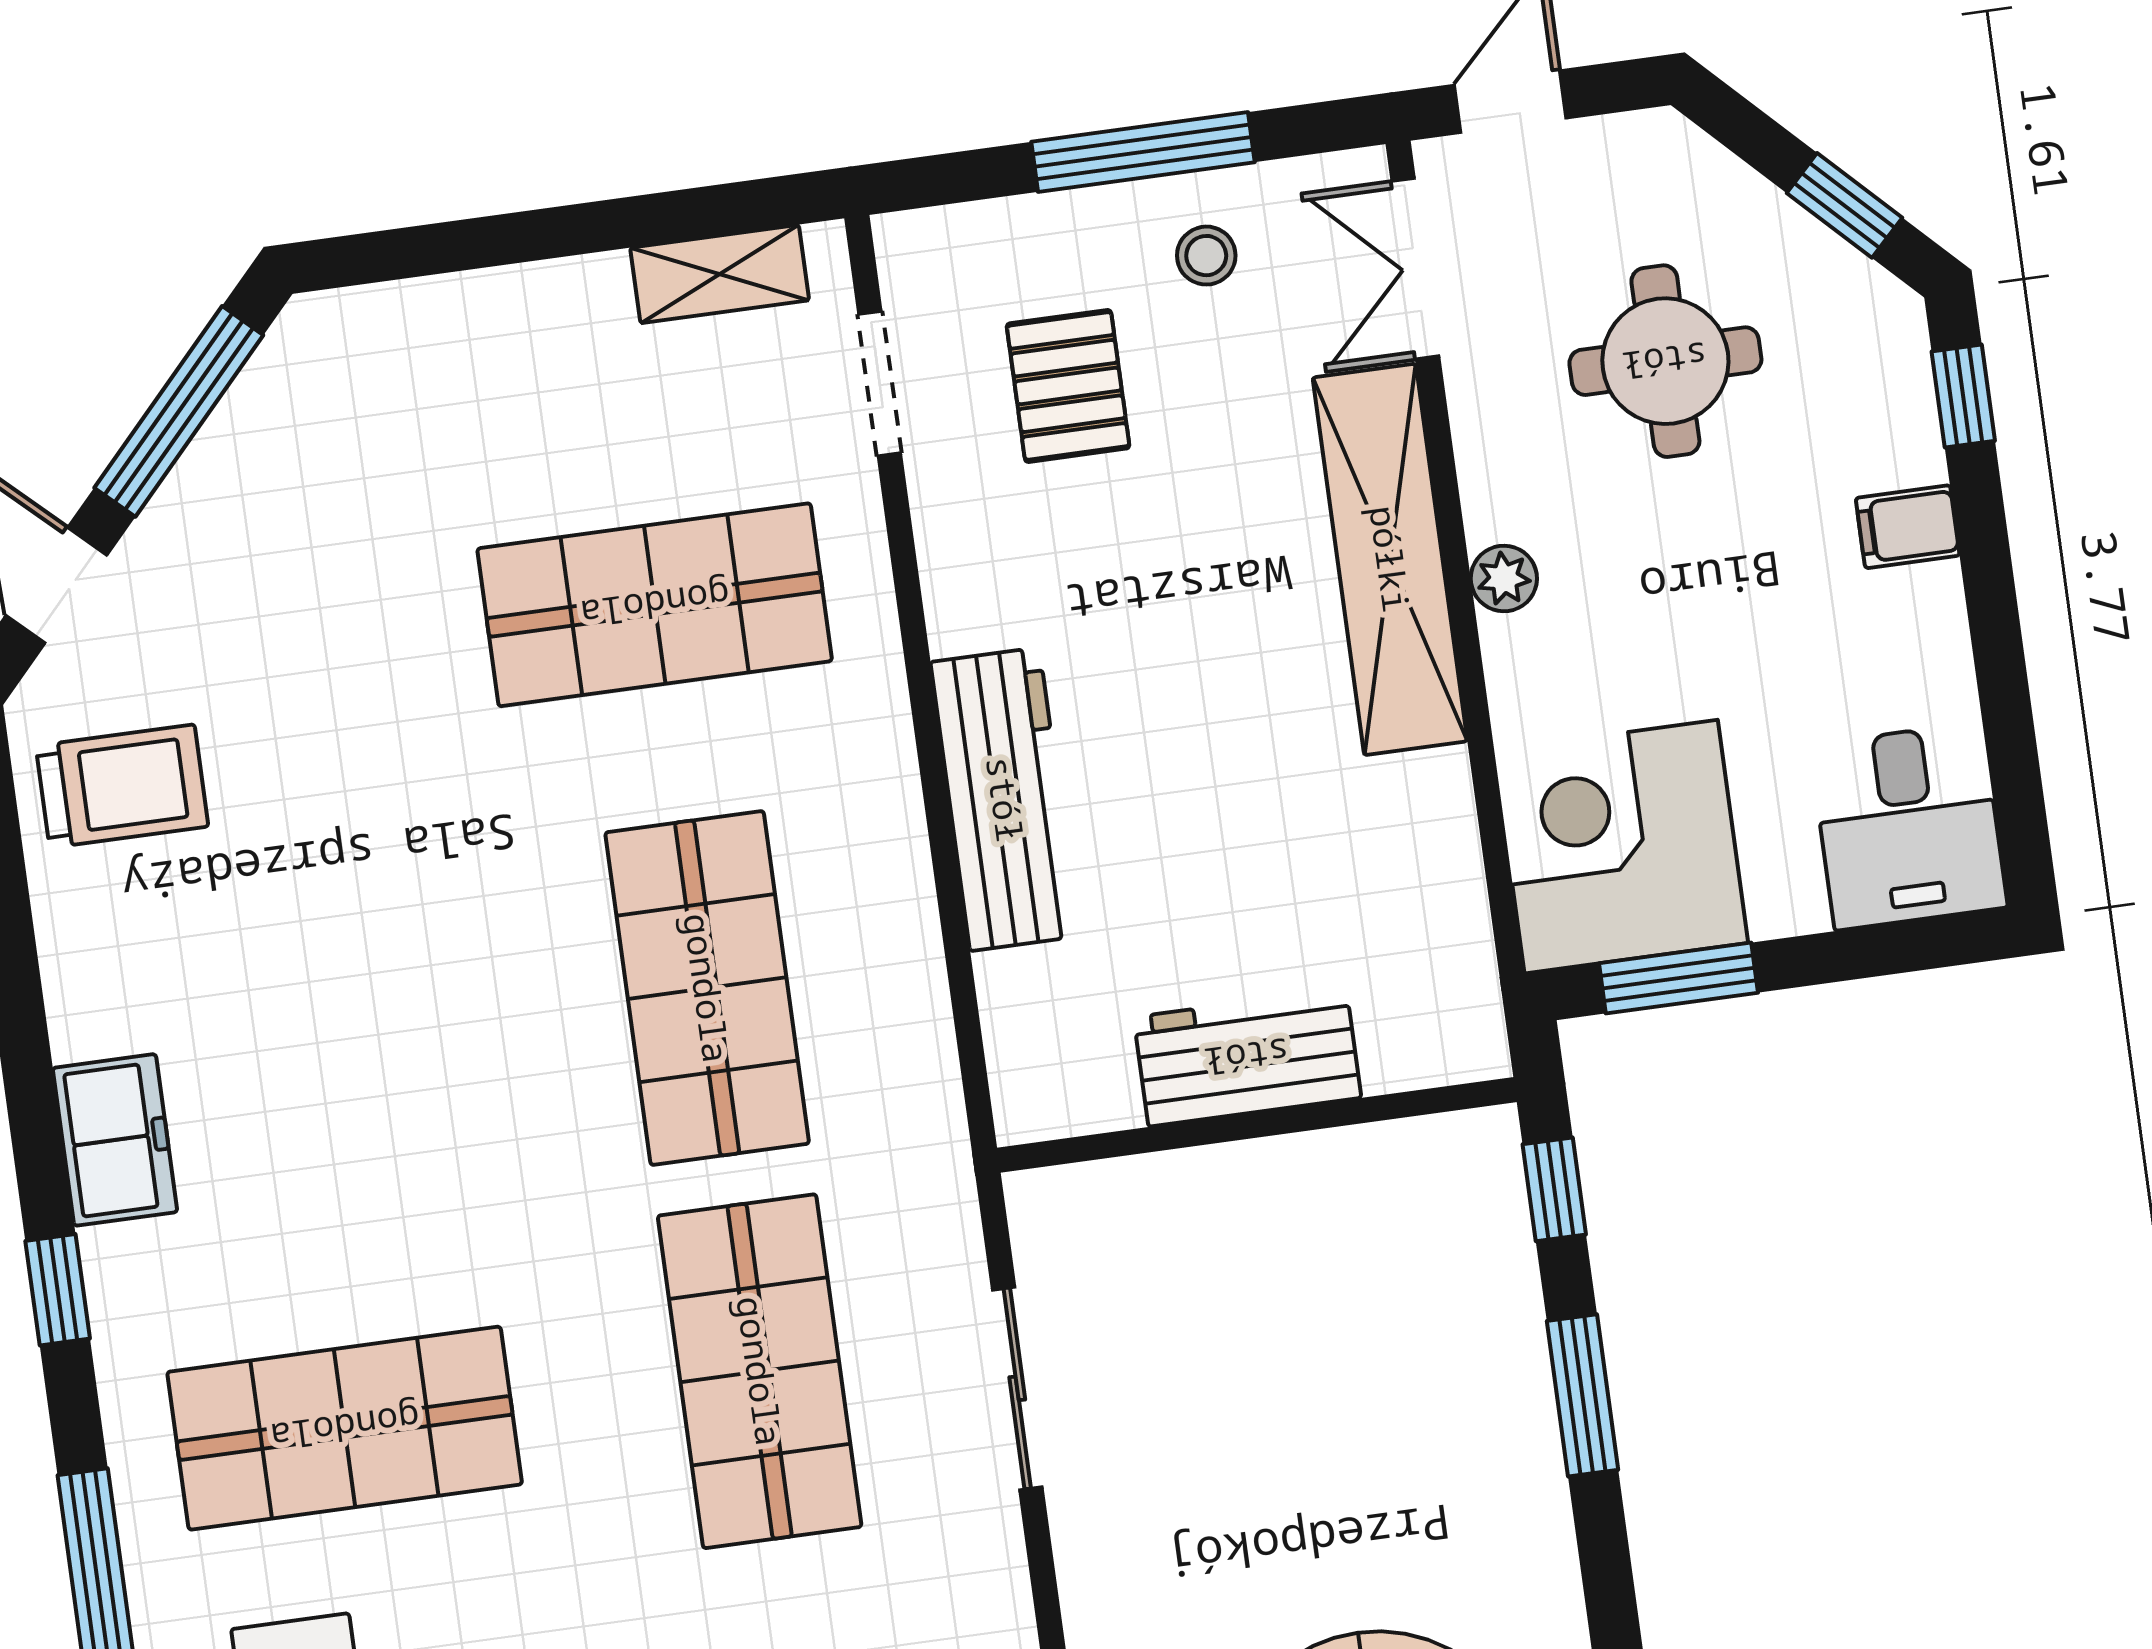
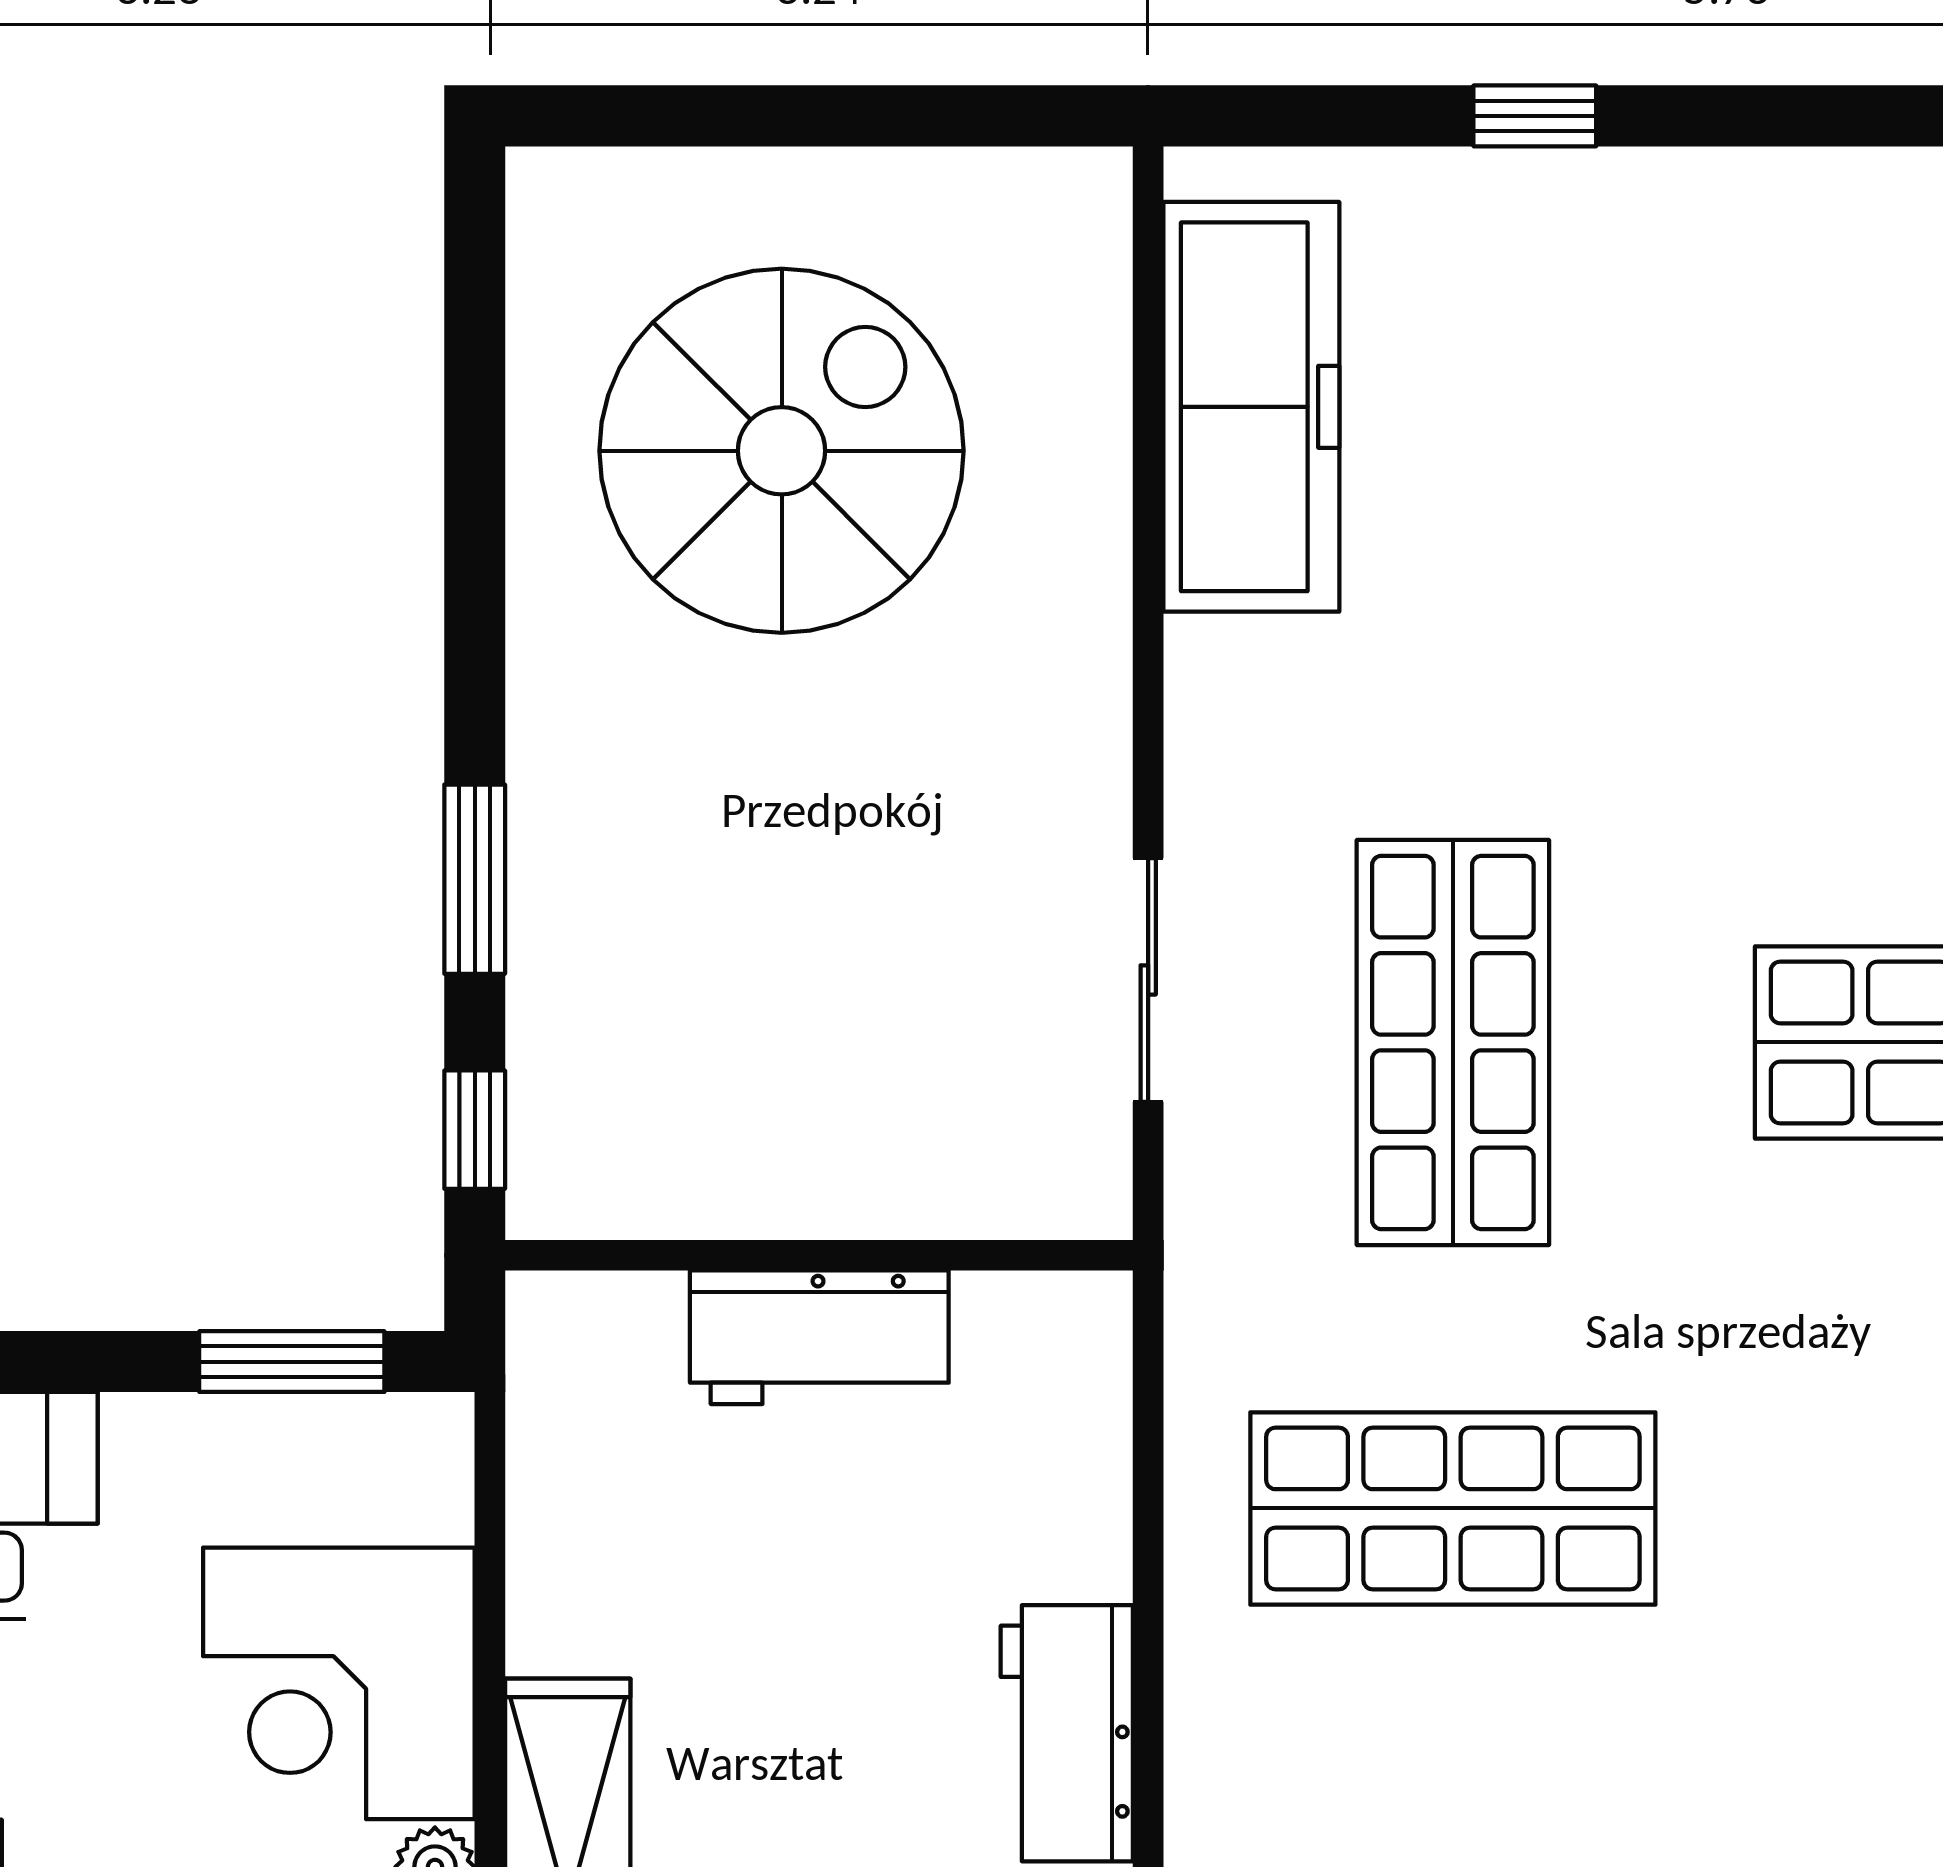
workbench: (1005, 799) -> (1067, 1733), width x0.73
corner desk: (1621, 847) -> (339, 1683), moved, turned 90
shop shelf: (707, 988) -> (1453, 1508), turned 90

